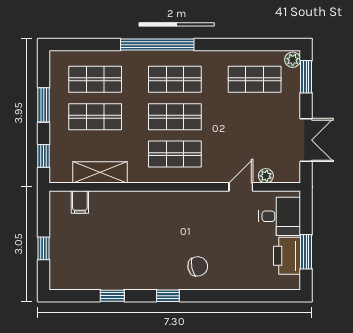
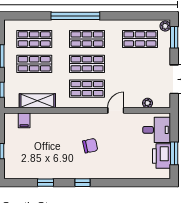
door: (241, 187) -> (116, 110), moved
chair: (198, 266) -> (90, 146), moved

